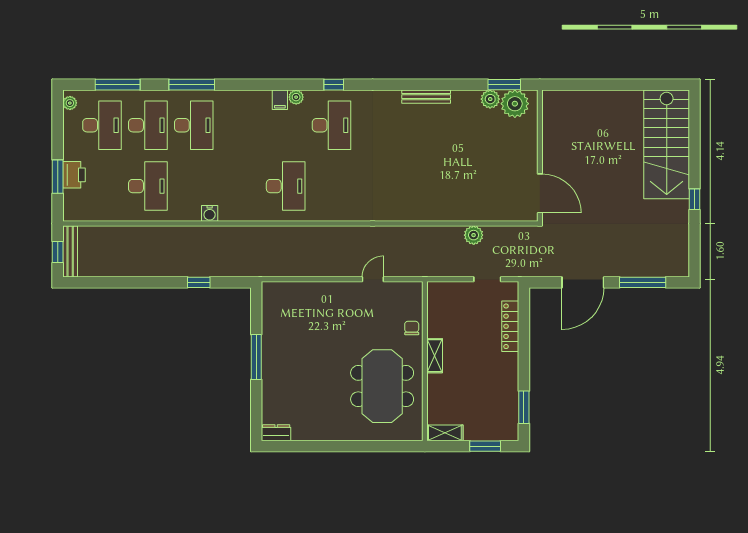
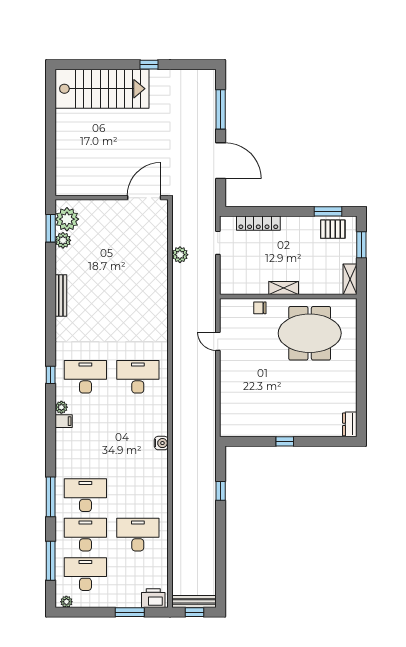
printer: (74, 175) -> (153, 598), moved
desk: (286, 186) -> (138, 377), moved
water cooler: (210, 213) -> (161, 443), moved
window: (256, 357) -> (285, 441), width x0.46
pallet: (503, 413) -> (333, 229), added

